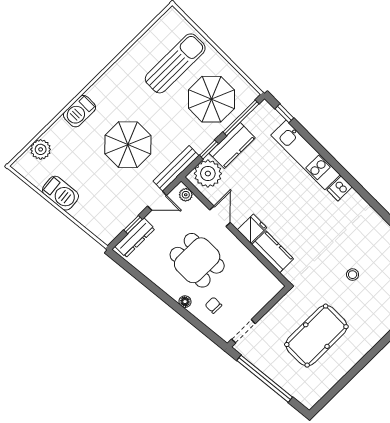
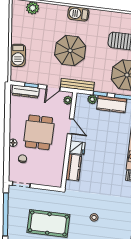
barbecue: (79, 111) -> (78, 14), moved
plant: (208, 174) -> (92, 99), width x0.53, depth x0.53
barbecue: (60, 193) -> (18, 55), moved
door: (157, 201) -> (53, 88), hinge flipped
door: (220, 216) -> (71, 126), hinge flipped

